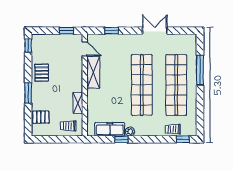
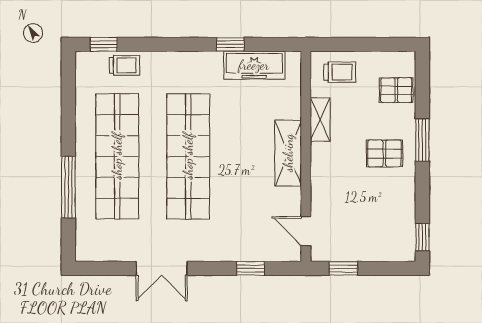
shelving: (93, 72) -> (288, 153), moved
pallet: (42, 73) -> (384, 153), moved, turned 90
plant: (130, 132) -> (213, 60), removed

